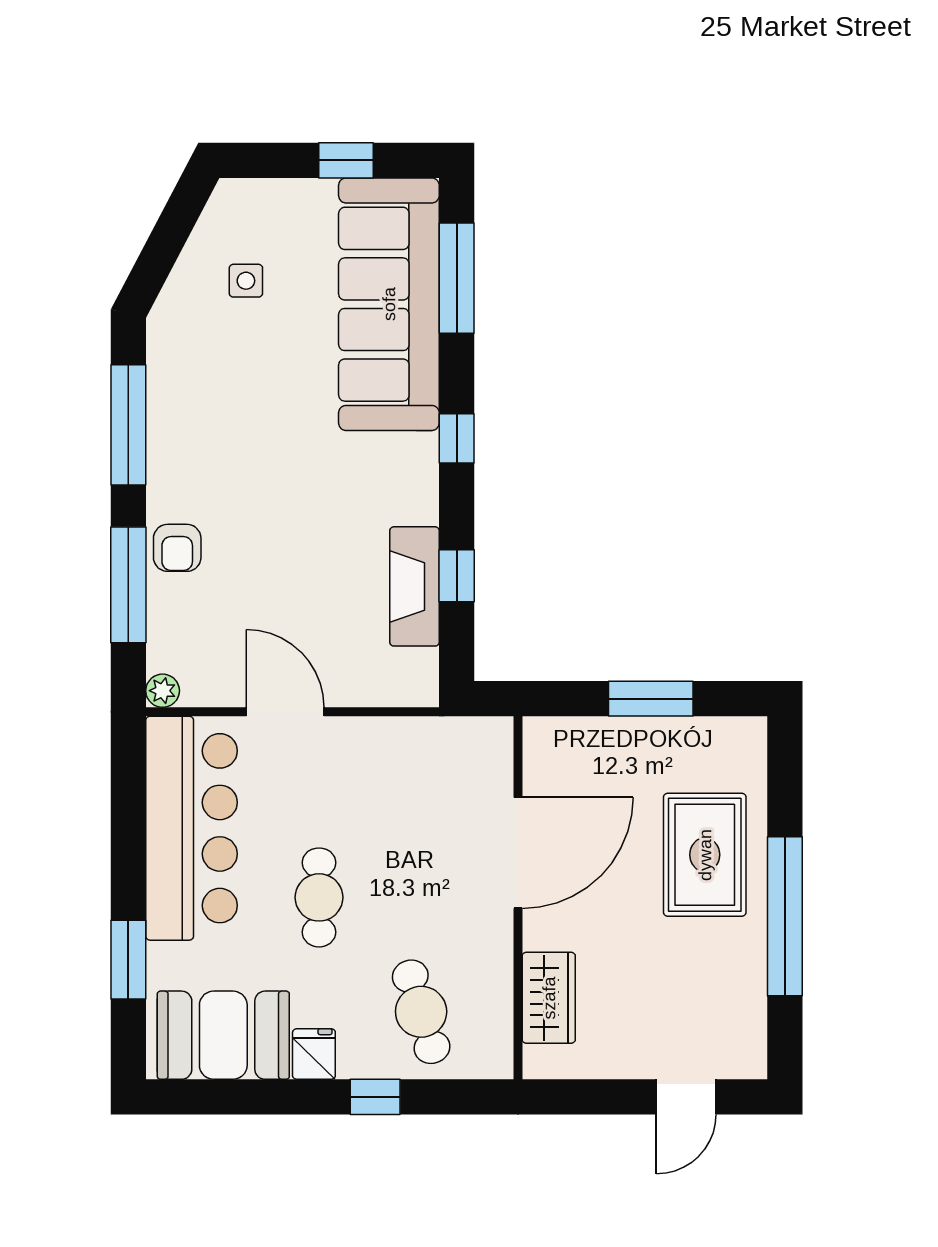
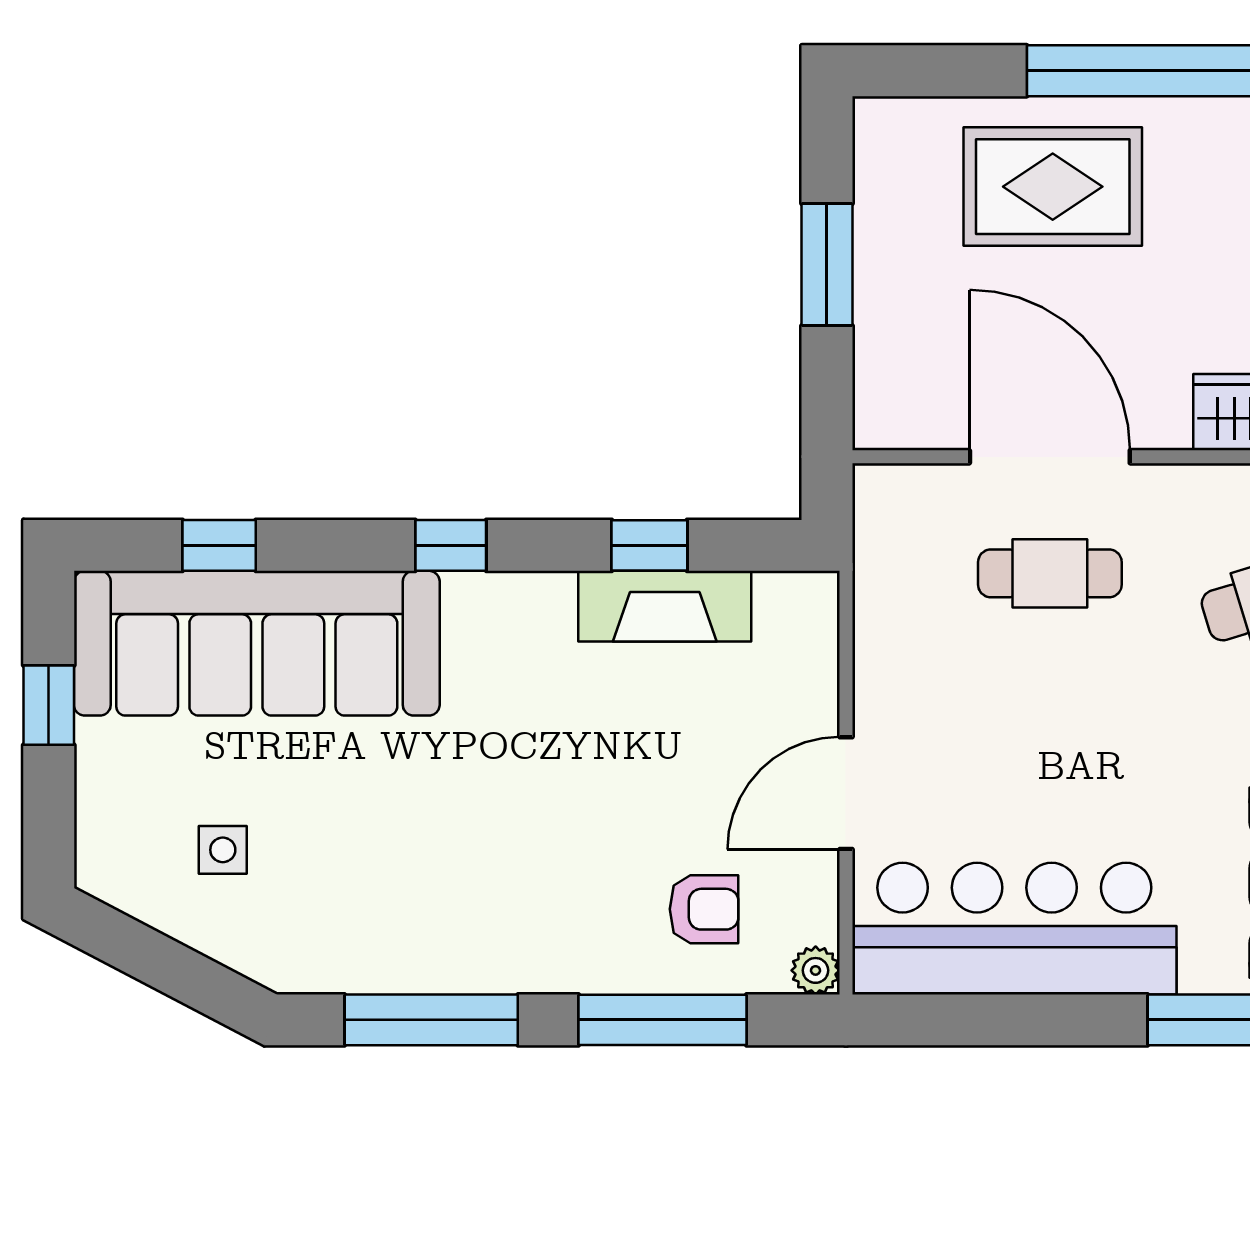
window: (457, 278) -> (219, 545), width x0.46
armchair: (177, 548) -> (704, 909), moved
cafe table: (319, 897) -> (1050, 573), moved

